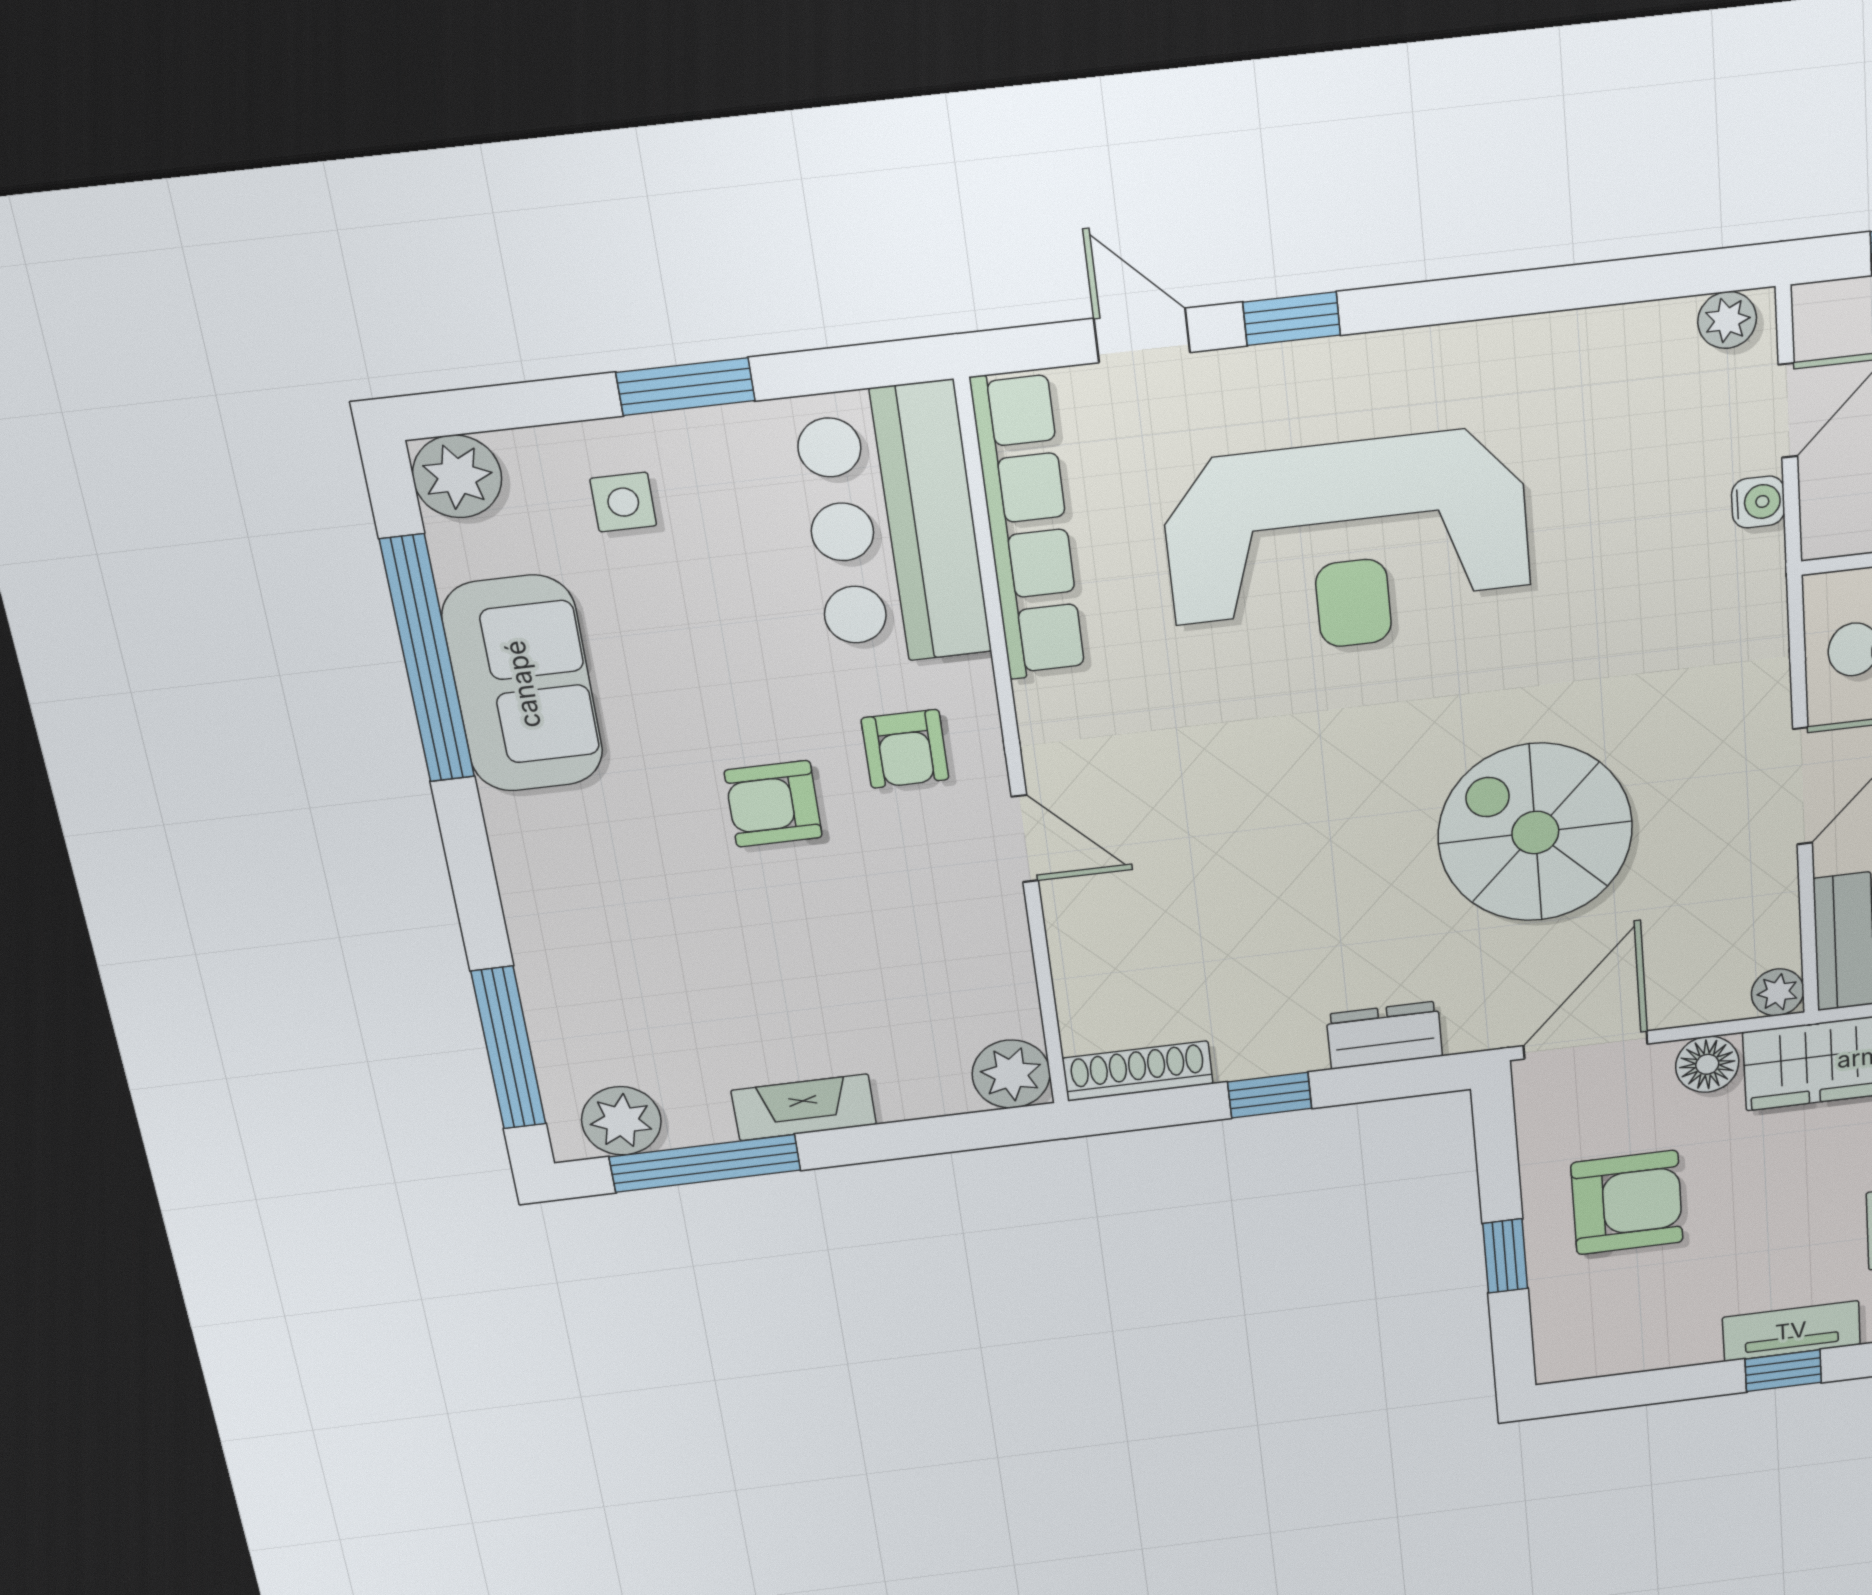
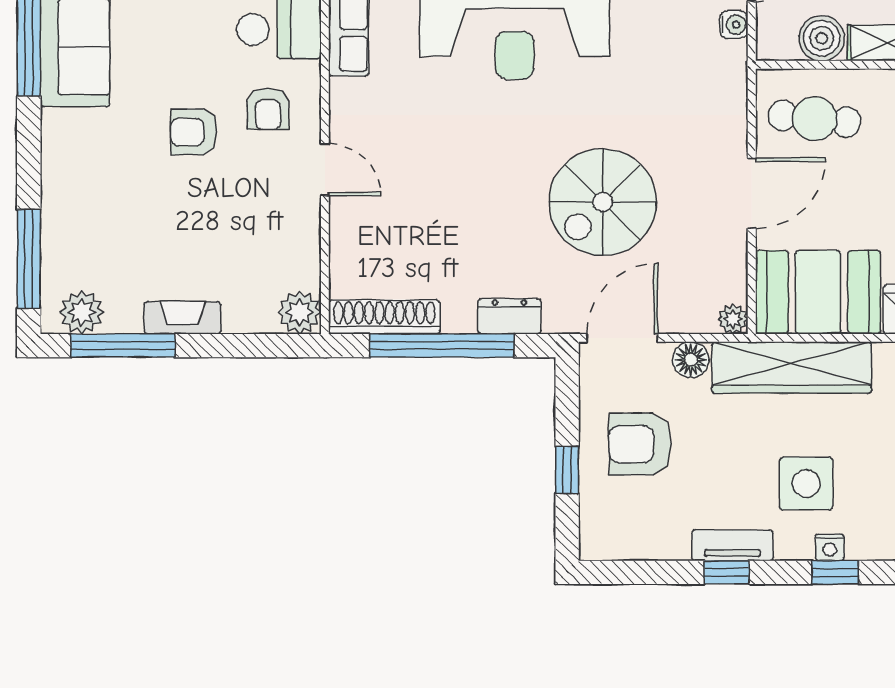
spiral stairs: (1535, 833) -> (603, 202), turned -90
shoe rack: (1138, 1071) -> (384, 317), width x1.36, depth x1.24
window: (1270, 1095) -> (442, 346), width x3.17
armchair: (1627, 1203) -> (640, 444), turned 180

